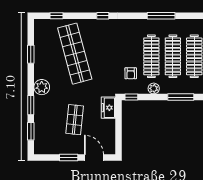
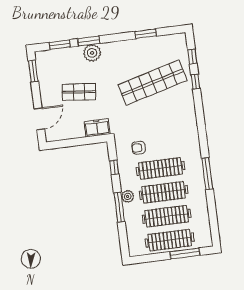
window: (103, 16) -> (196, 82), moved
plant: (42, 87) -> (92, 53), moved
plant: (154, 88) -> (128, 196), moved
window: (131, 97) -> (114, 167), moved
window: (69, 158) -> (33, 71), moved

